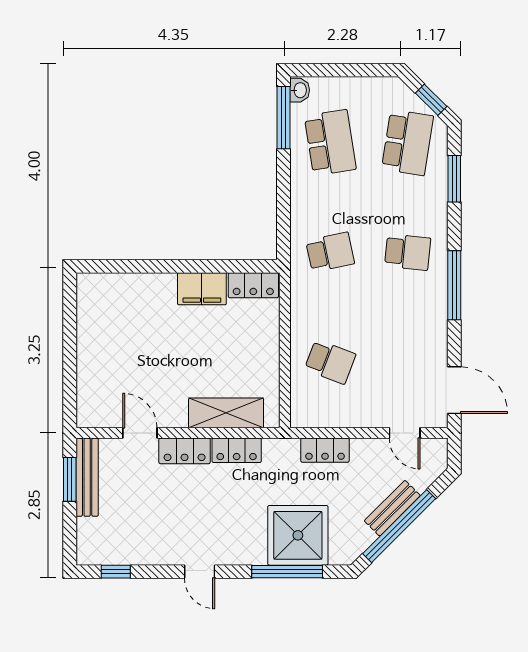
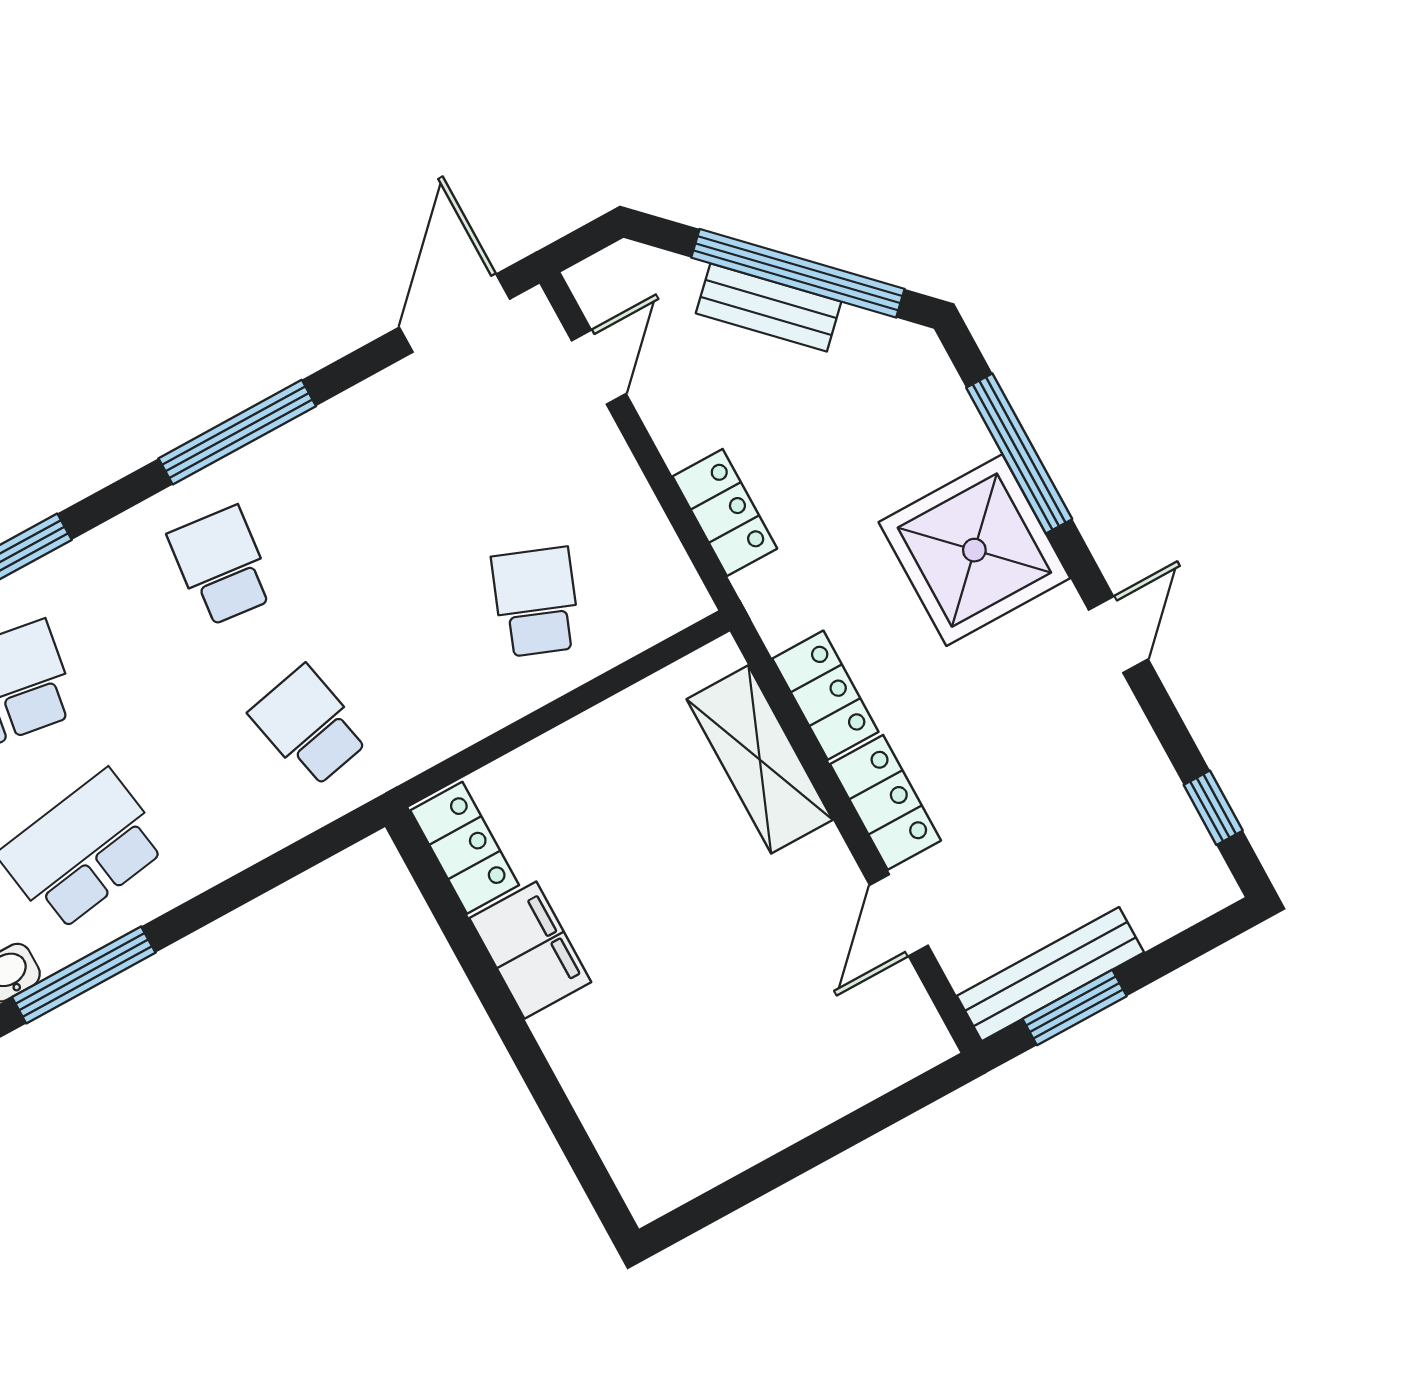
shower: (298, 535) -> (974, 550), moved

